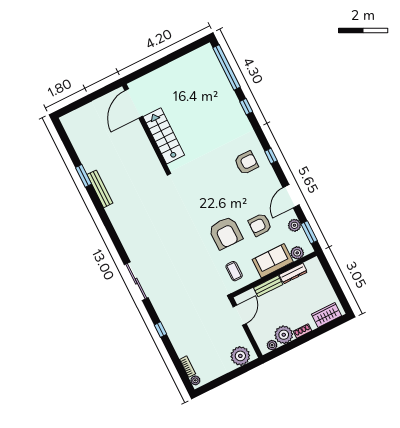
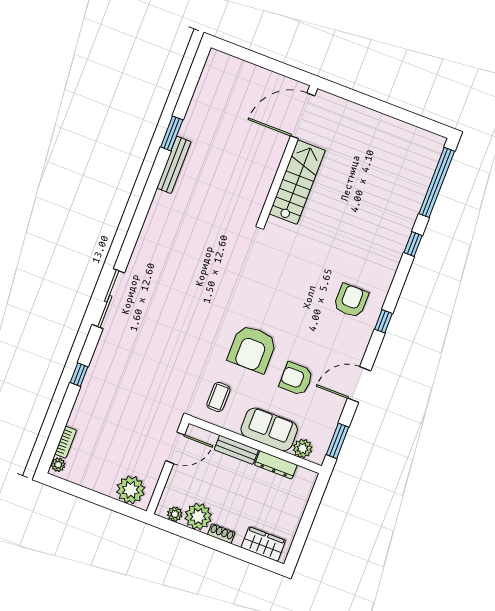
armchair: (246, 163) -> (351, 301), turned -90
plant: (294, 225) -> (330, 418), removed

